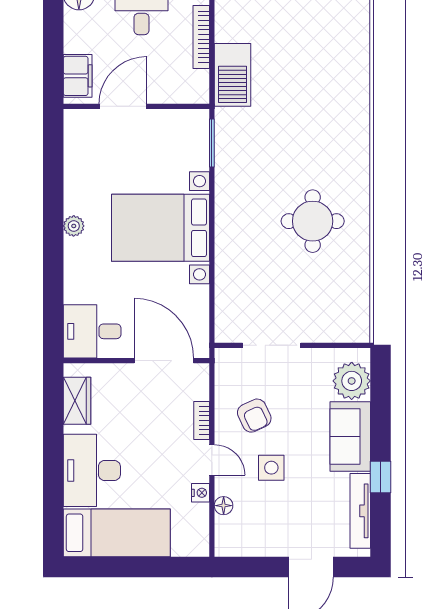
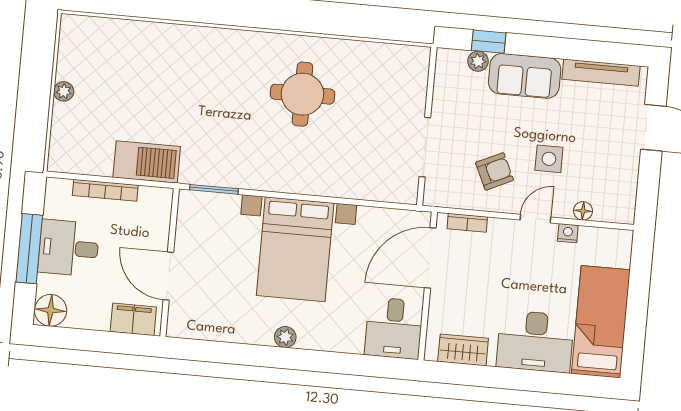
plant: (352, 381) -> (478, 61), width x0.53, depth x0.53
bookcase: (202, 420) -> (467, 223), moved
window: (380, 477) -> (489, 42), moved

